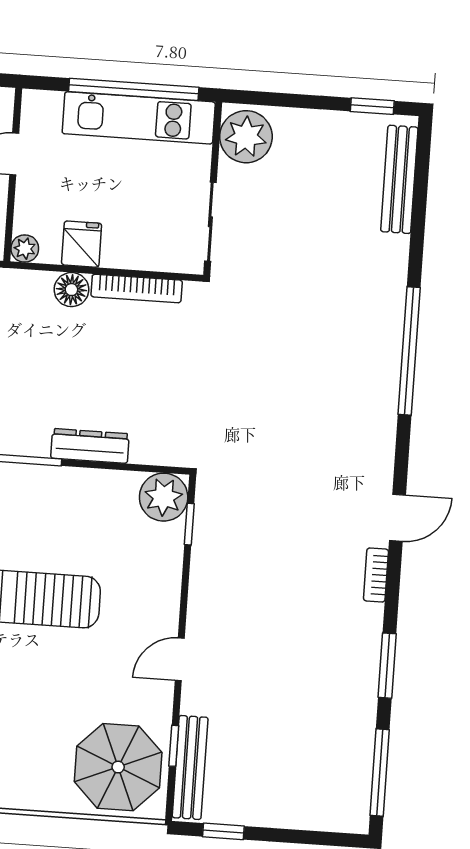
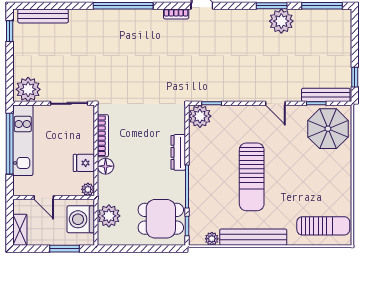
bookcase: (376, 575) -> (176, 14), moved
plant: (353, 684) -> (281, 21), added

